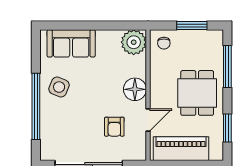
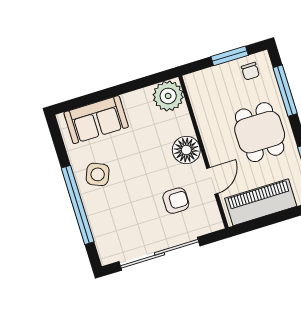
chair: (164, 43) -> (250, 71), moved
armchair: (114, 127) -> (176, 201), turned -90

